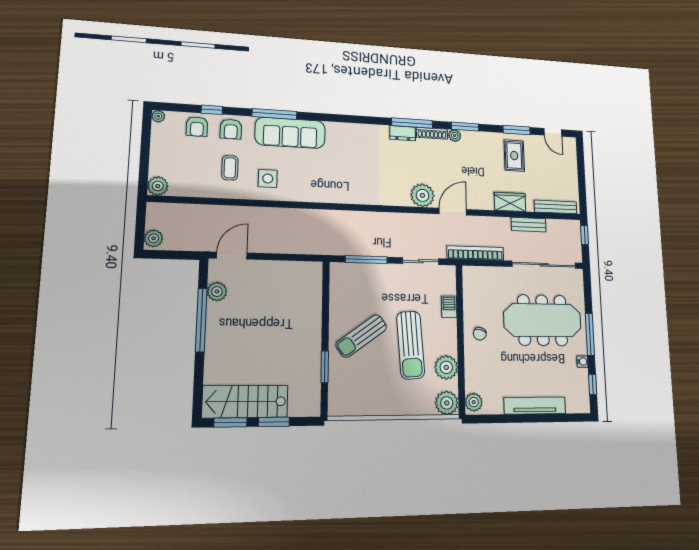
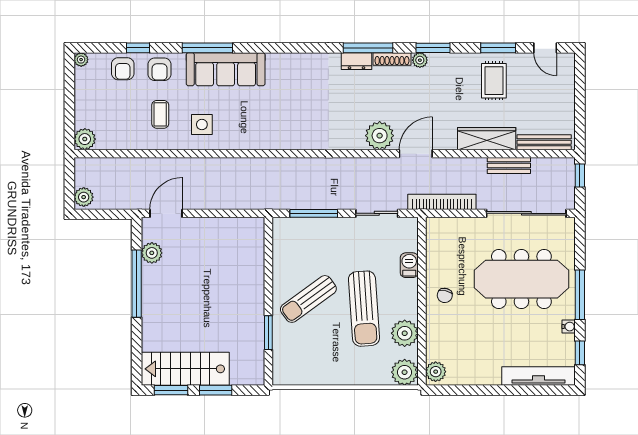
wardrobe: (510, 202) -> (487, 139), width x1.50
tv unit: (535, 405) -> (538, 376), moved

